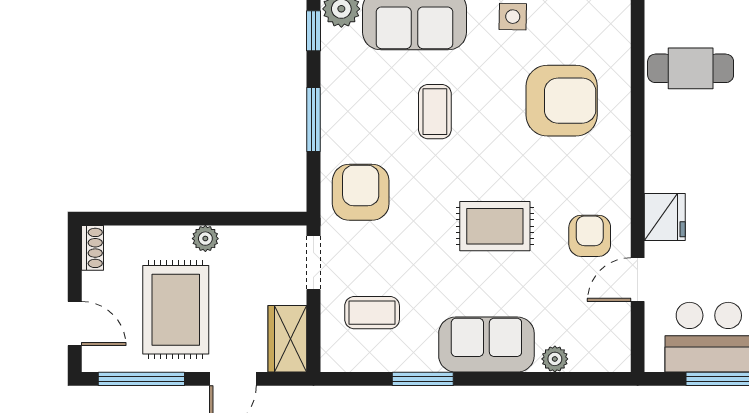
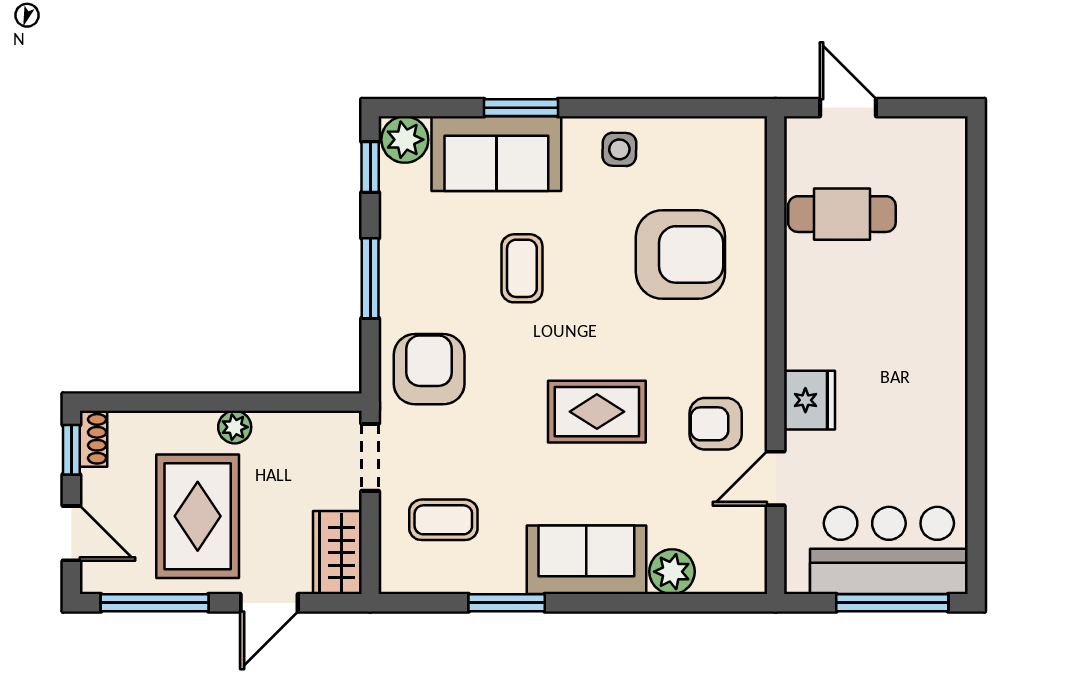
armchair: (590, 236) -> (716, 424), turned -90
window: (75, 257) -> (71, 450), added
plant: (555, 359) -> (672, 572), width x1.38, depth x1.38

